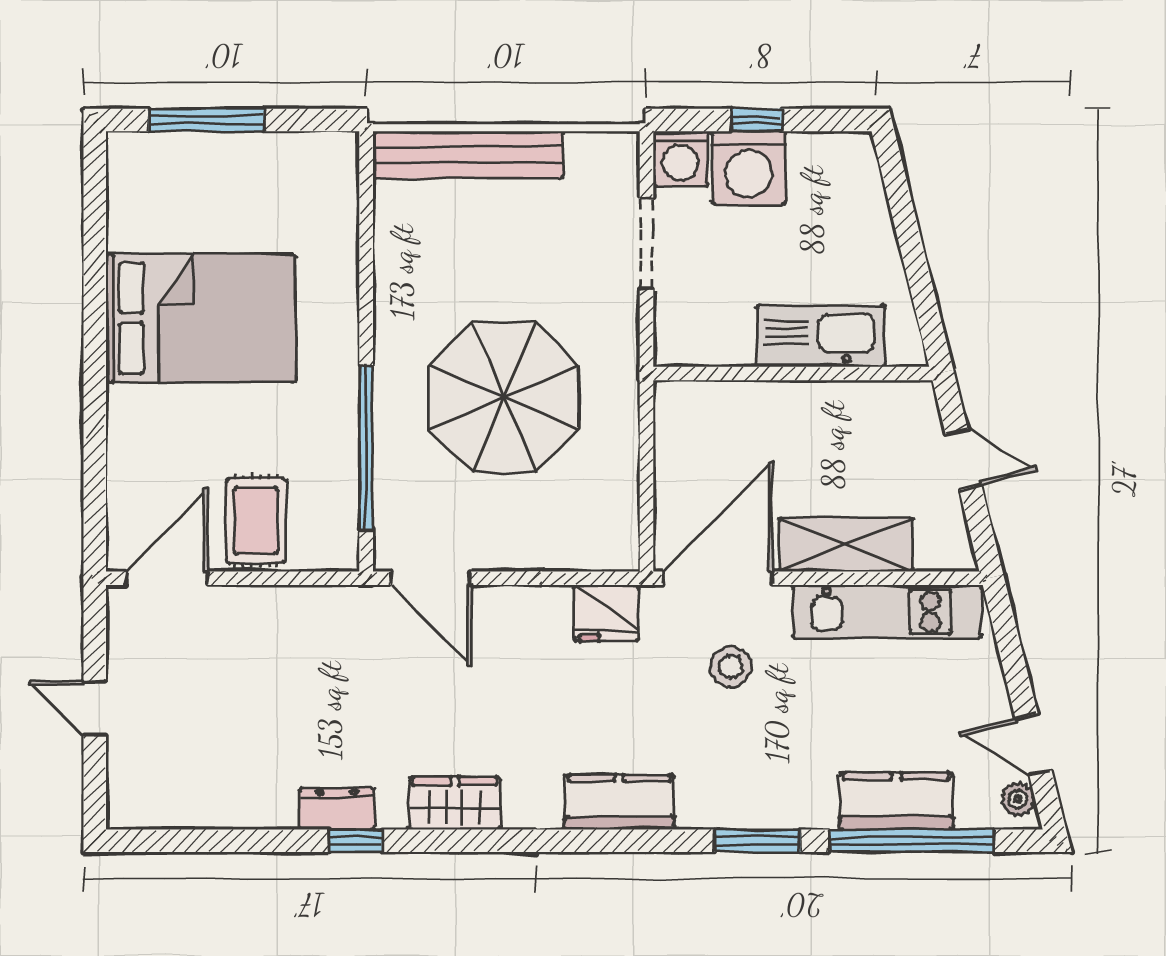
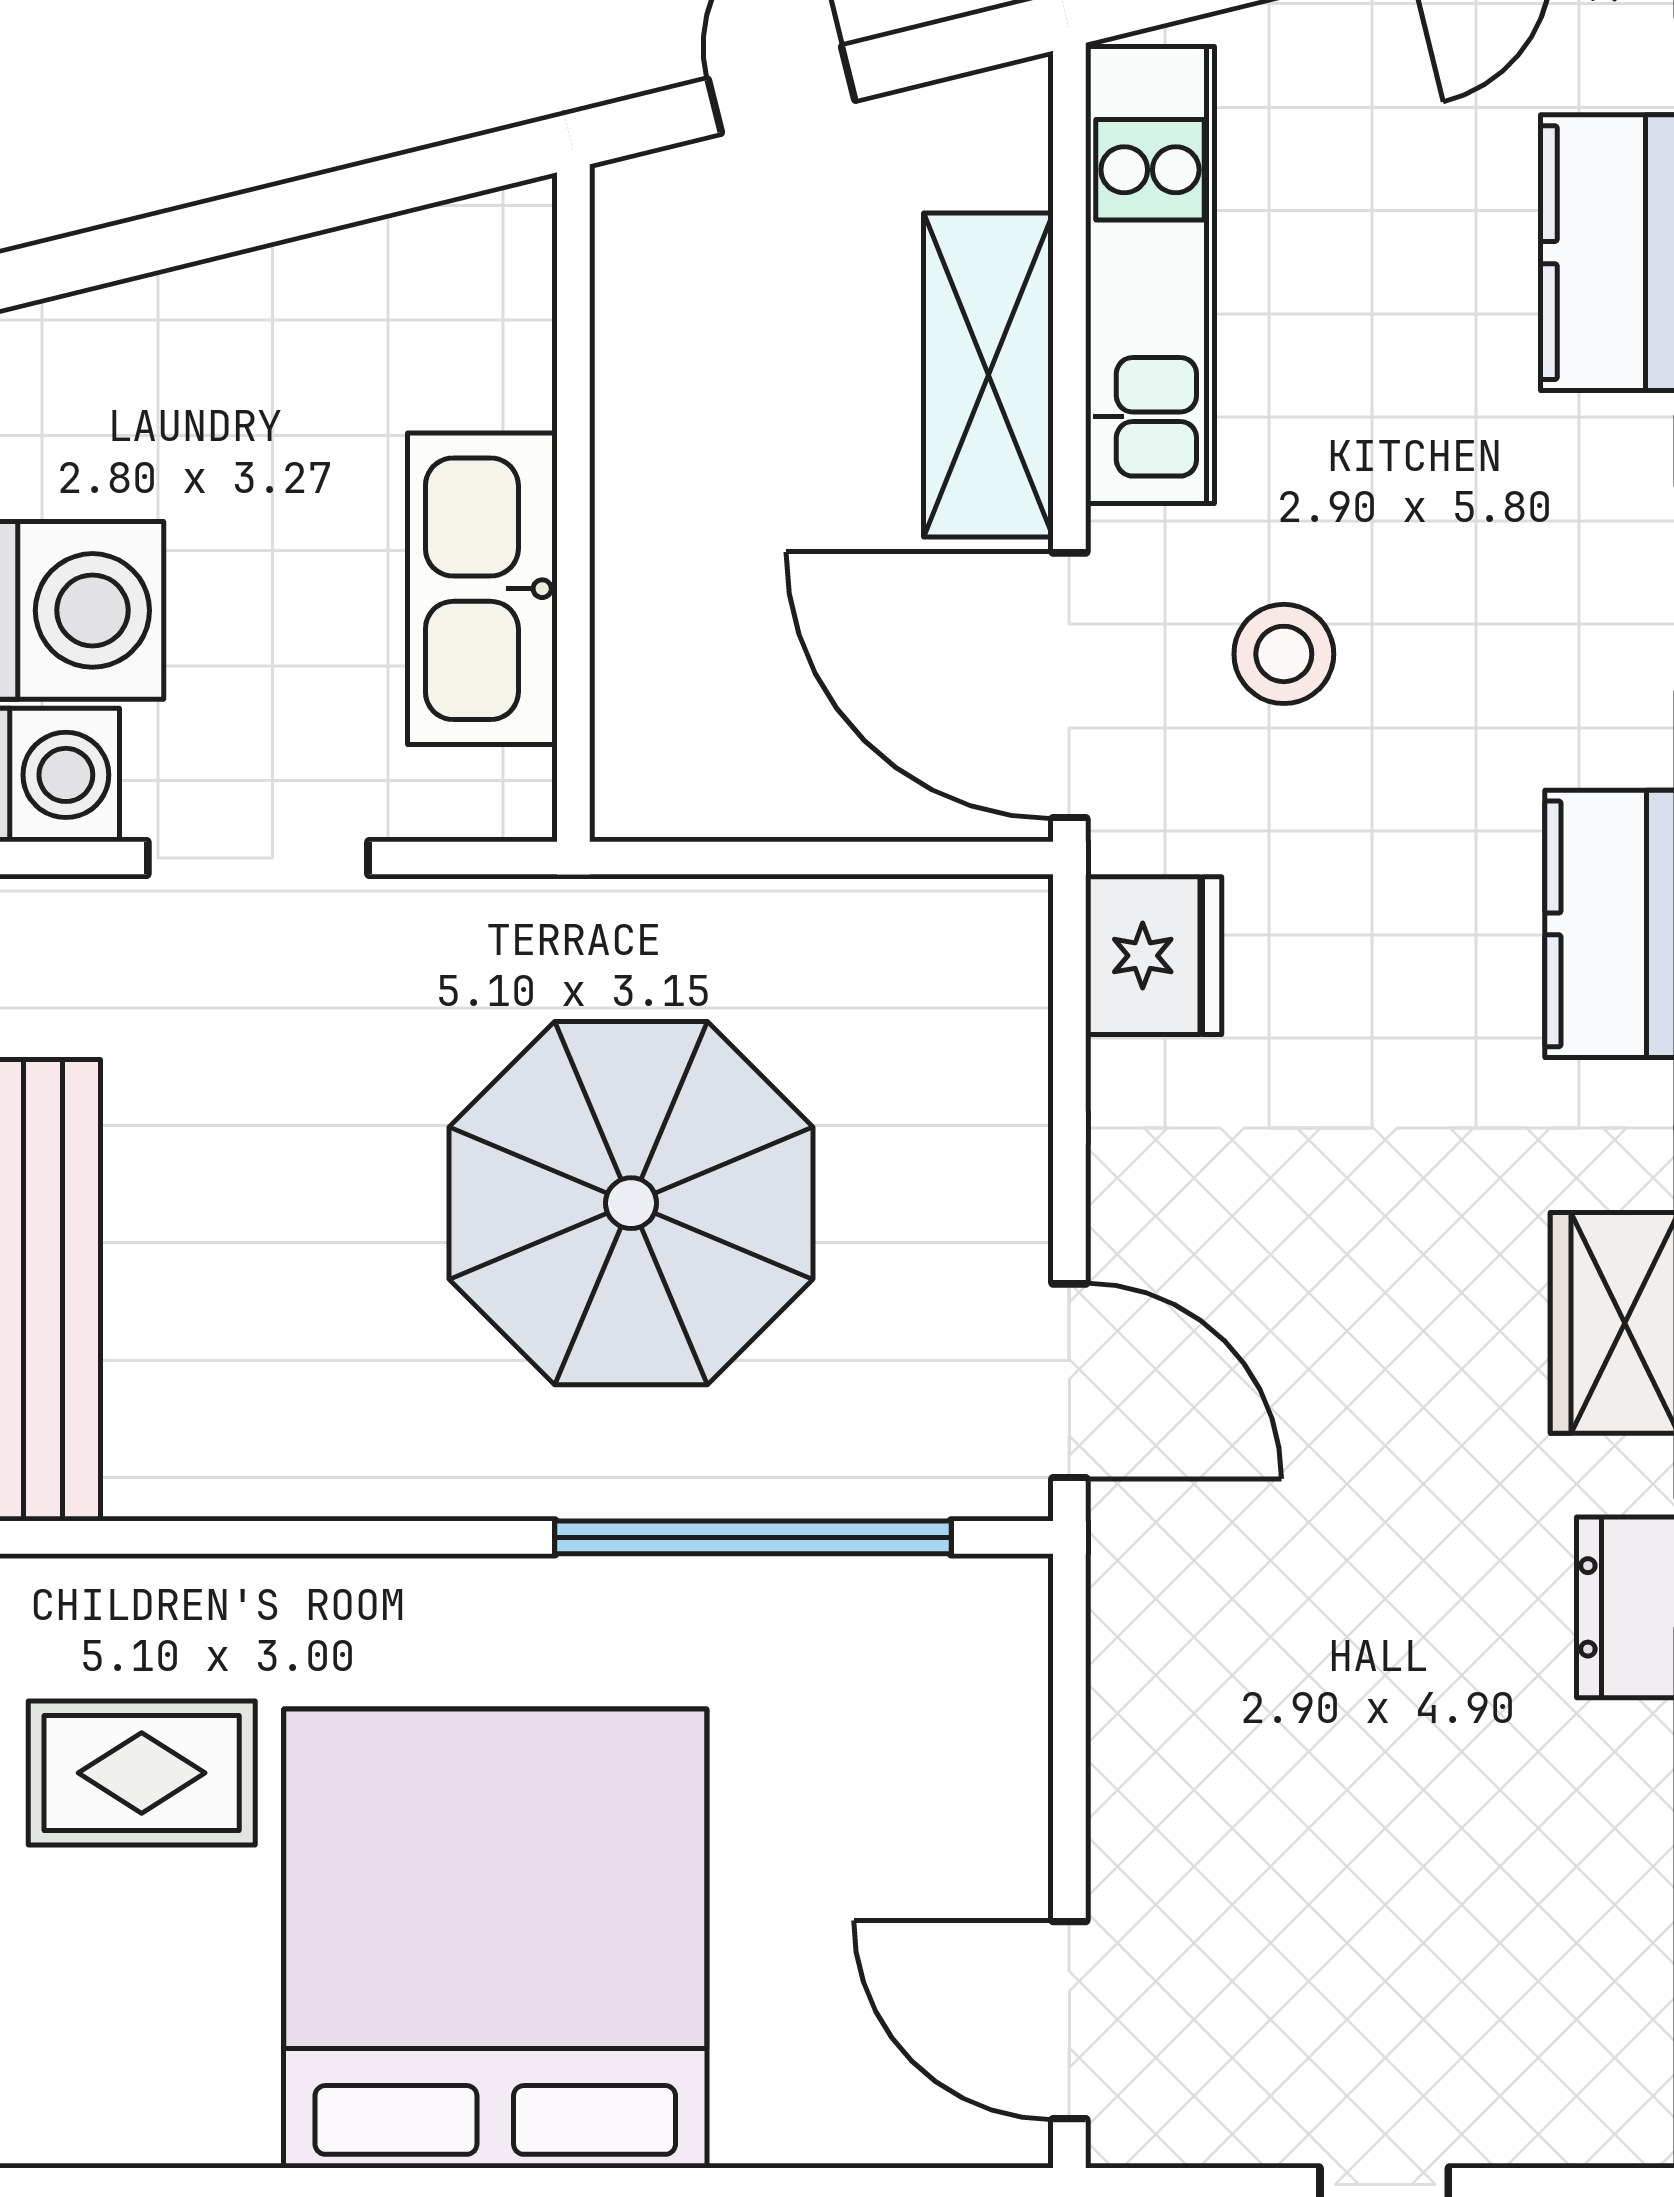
bed: (201, 318) -> (495, 1938), width x1.36
kitchen sink: (821, 336) -> (482, 589), moved
rug: (256, 521) -> (142, 1773), moved
door: (431, 578) -> (1069, 1381), hinge flipped

